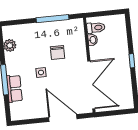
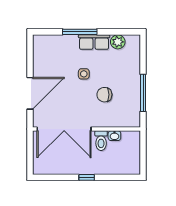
toilet: (96, 28) -> (101, 141), moved
row of seats: (14, 89) -> (94, 42), moved

